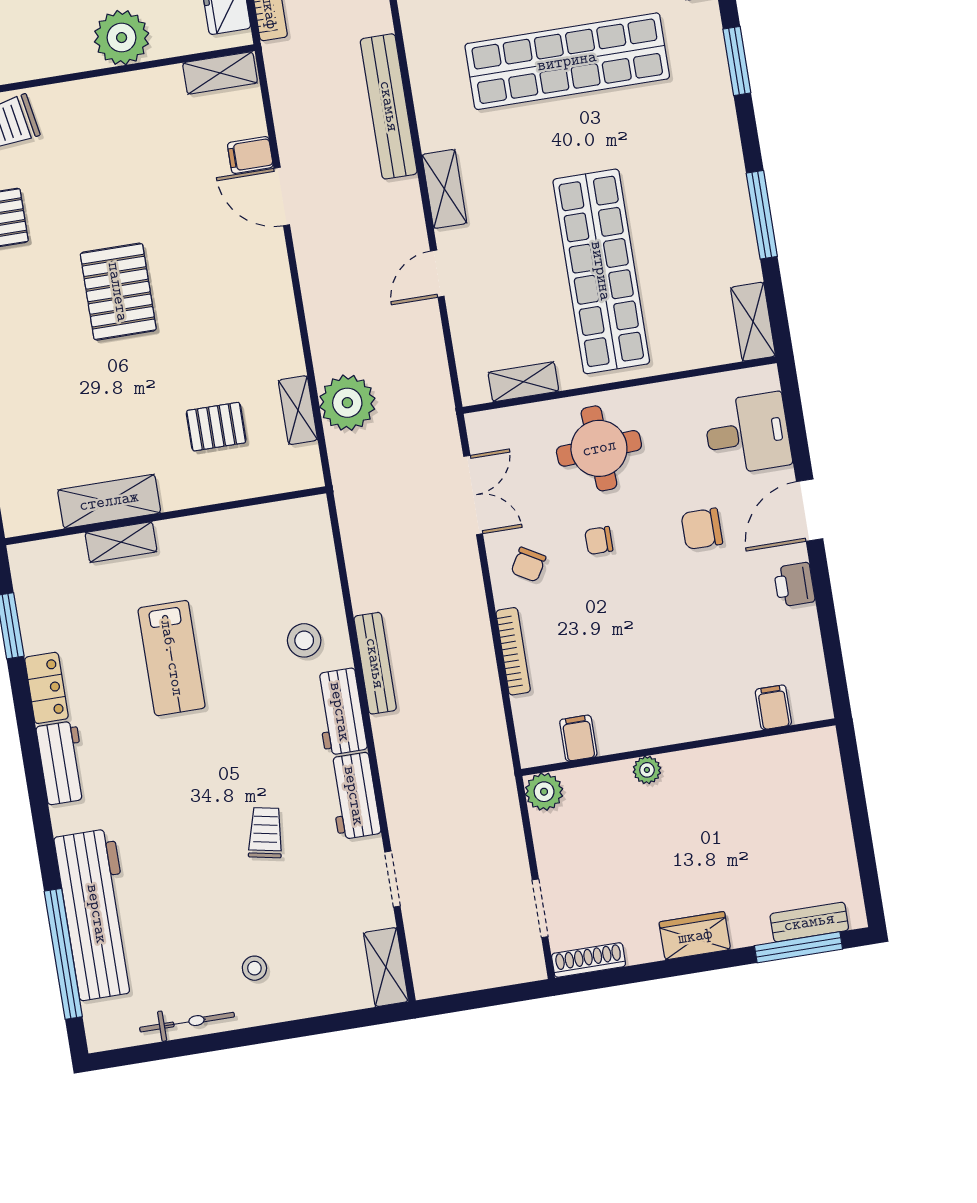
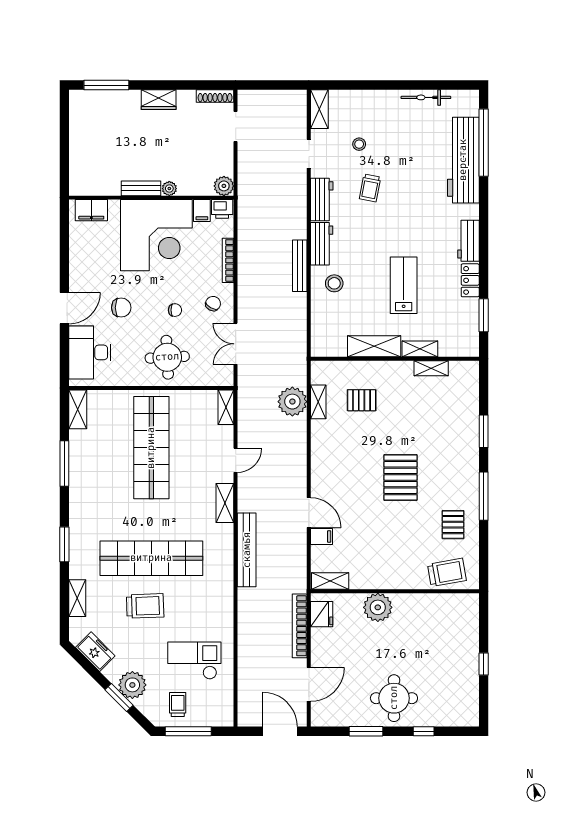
shelving: (523, 382) -> (226, 407), moved, turned 90
desk: (748, 434) -> (90, 352), width x1.37
shelving: (109, 501) -> (431, 368), width x0.67, depth x0.75
shelving: (209, 533) -> (374, 346), added
printer: (794, 585) -> (222, 209), moved, turned 90
corner desk: (657, 677) -> (156, 235), added
filing cabinet: (773, 707) -> (91, 210), width x2.00
bench: (809, 922) -> (141, 188), moved
stool: (254, 968) -> (359, 144), moved

